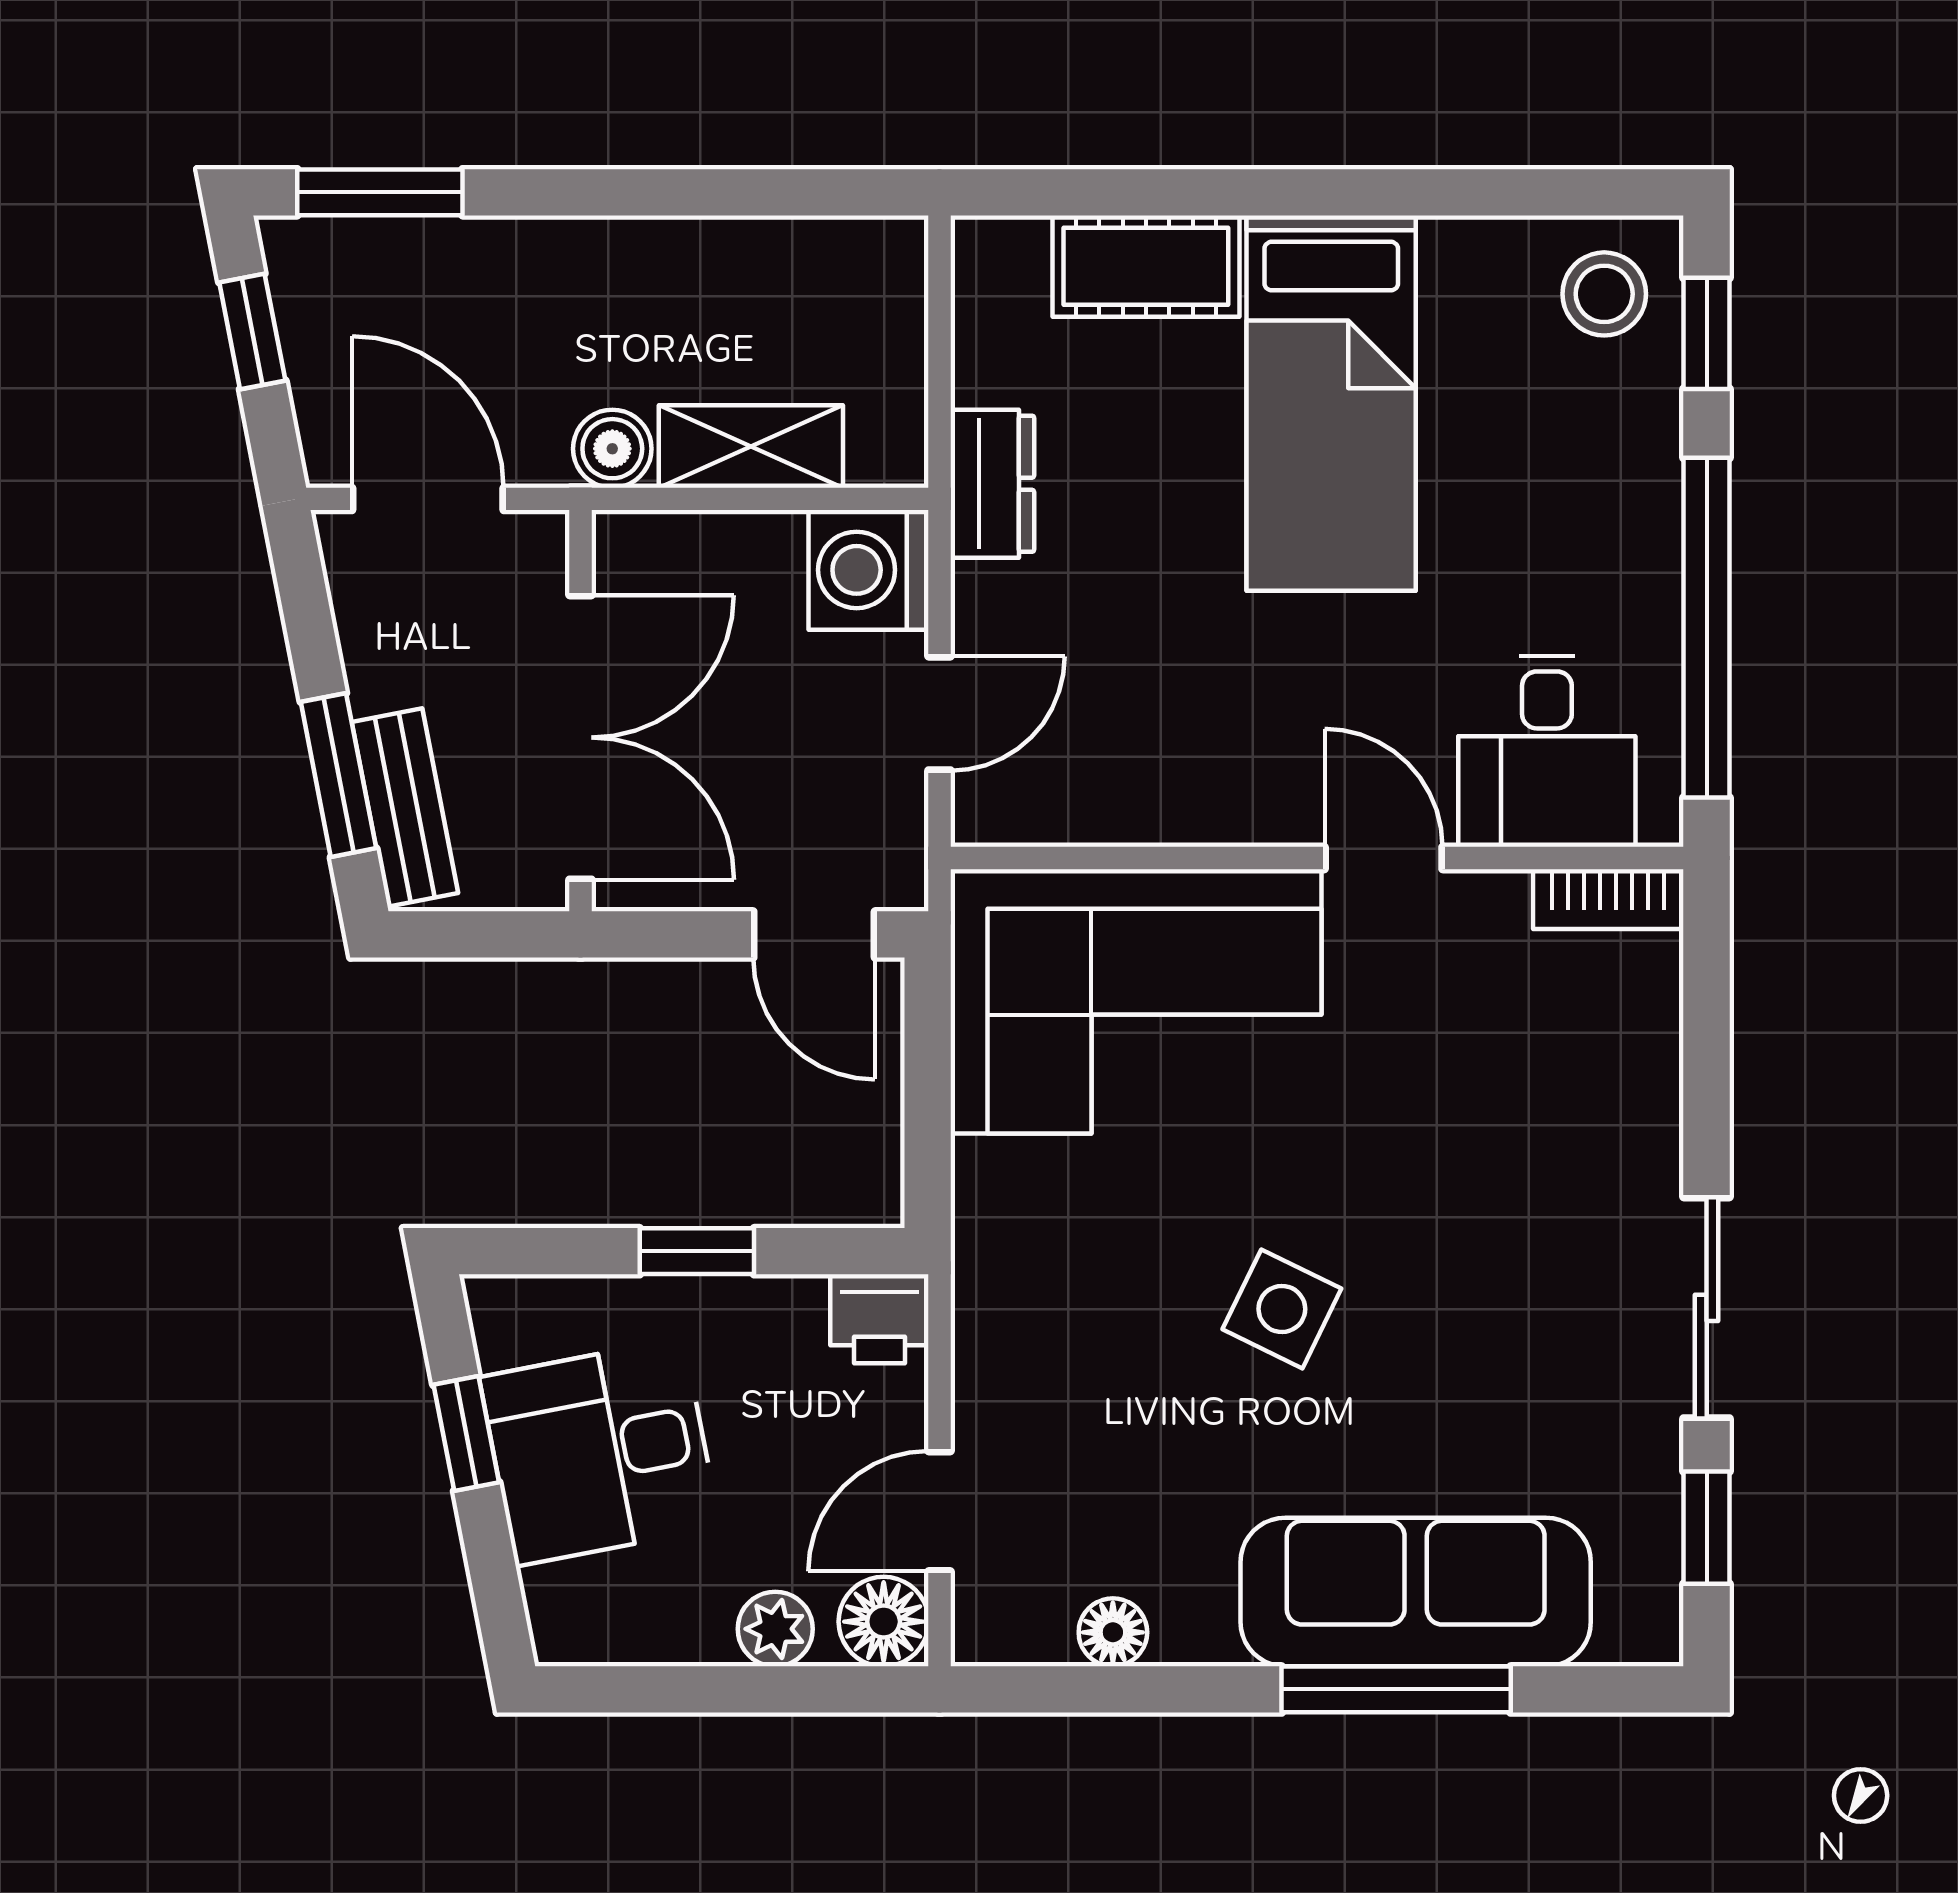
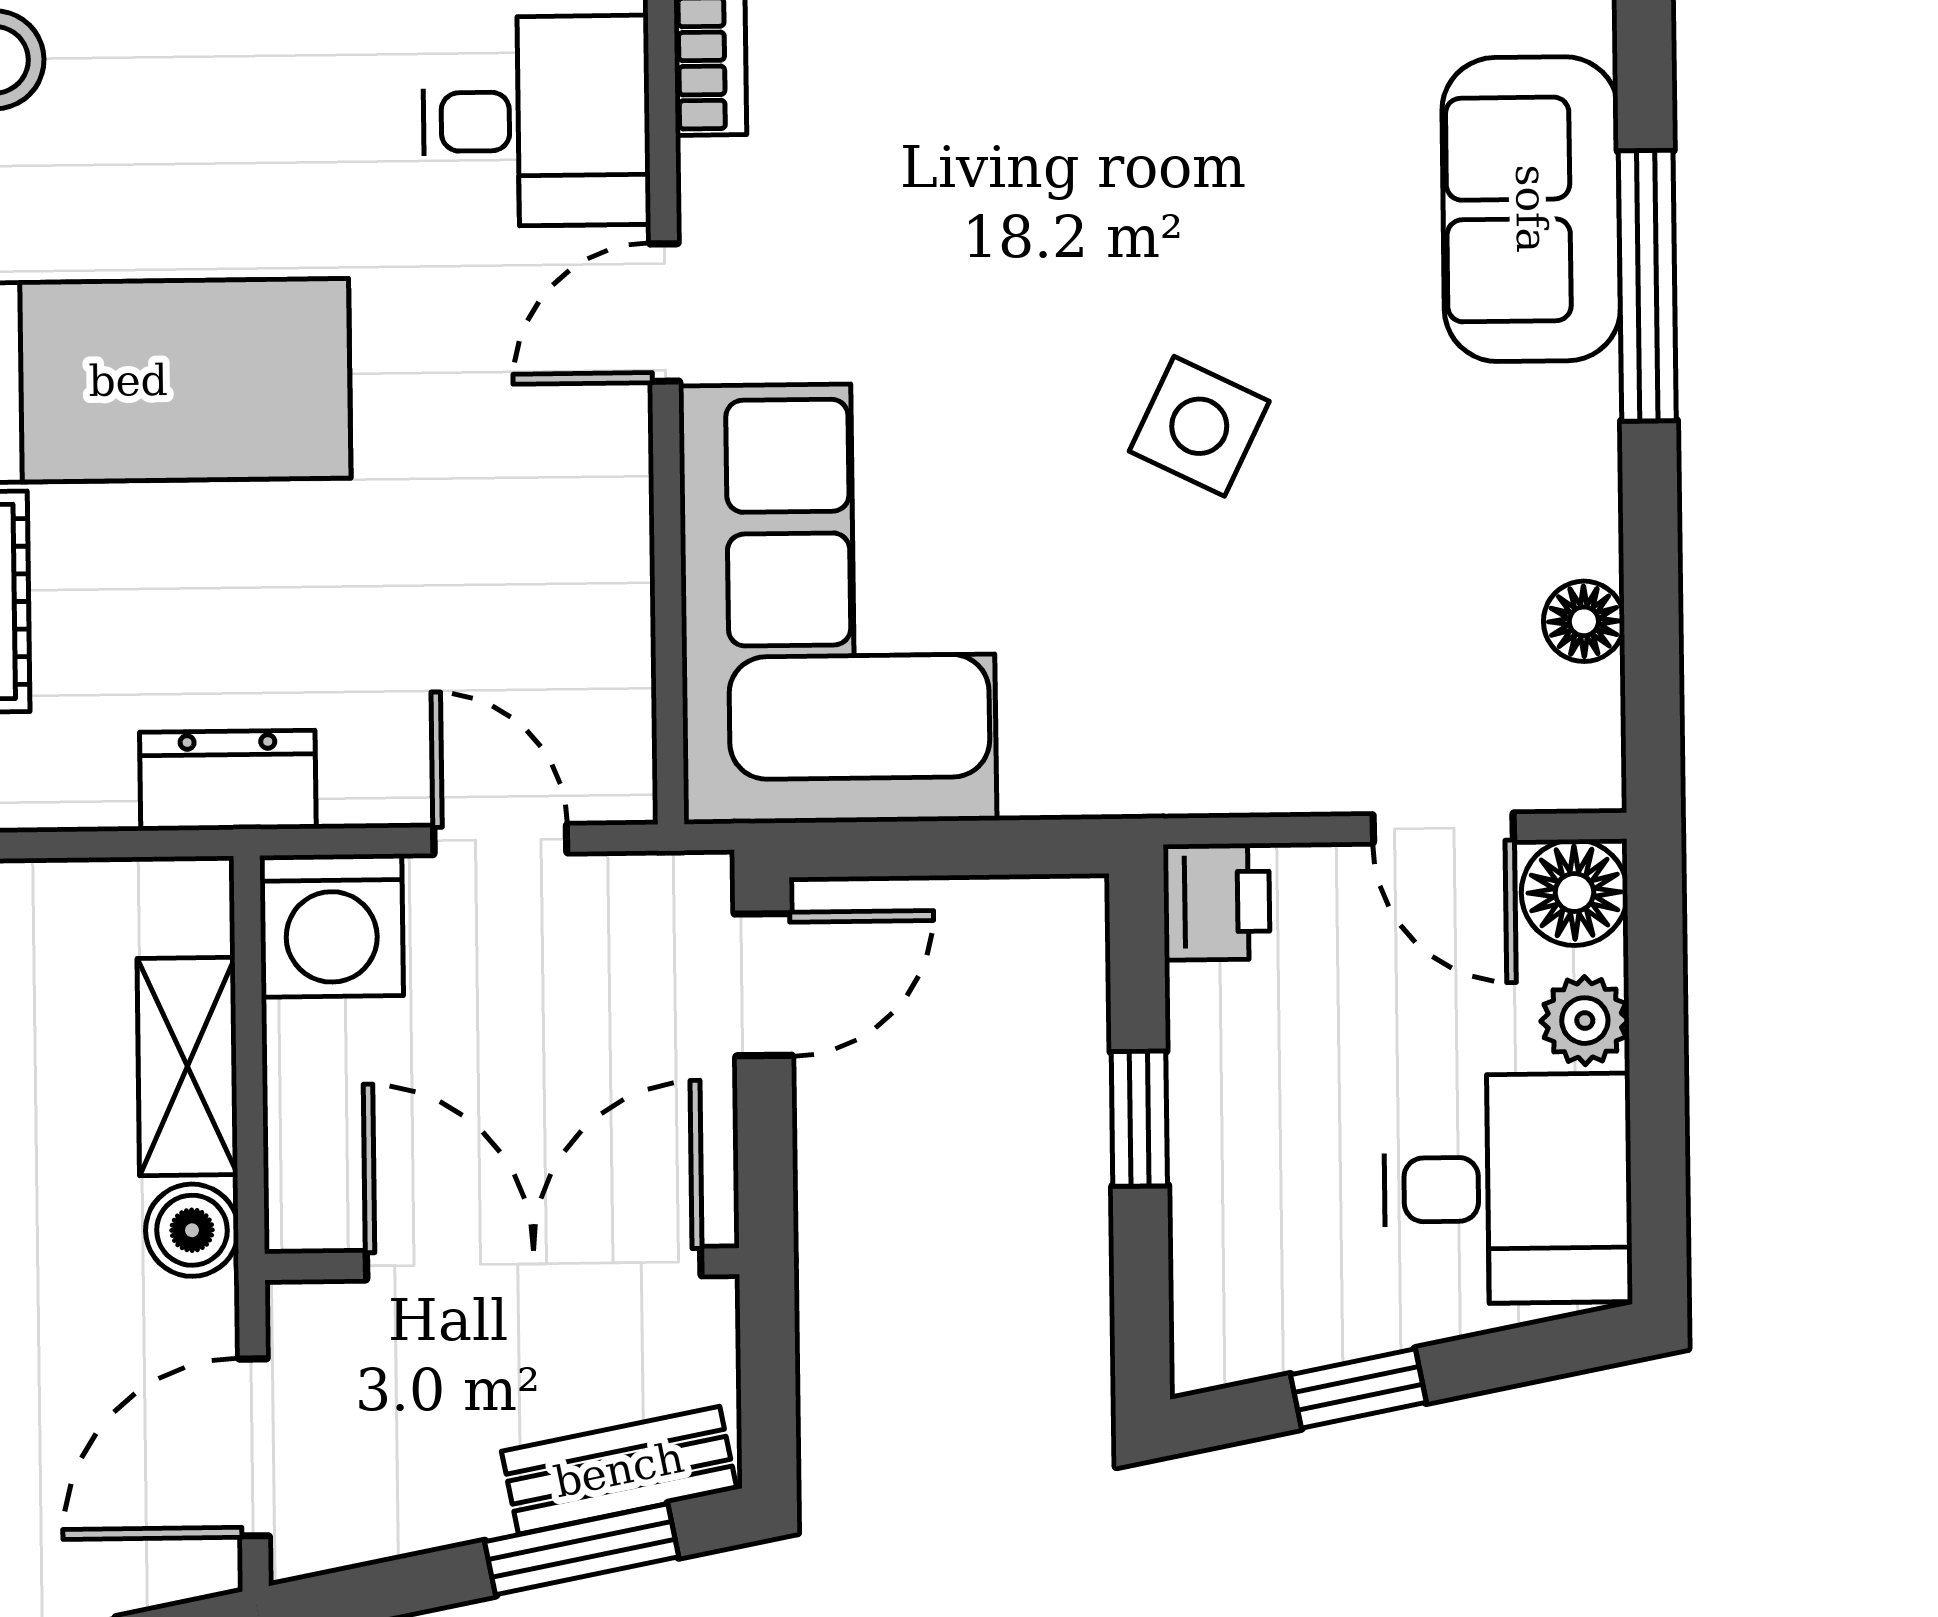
desk: (600, 1452) -> (1508, 1189), moved, turned -79
sofa: (1416, 1592) -> (1531, 209), width x0.73

